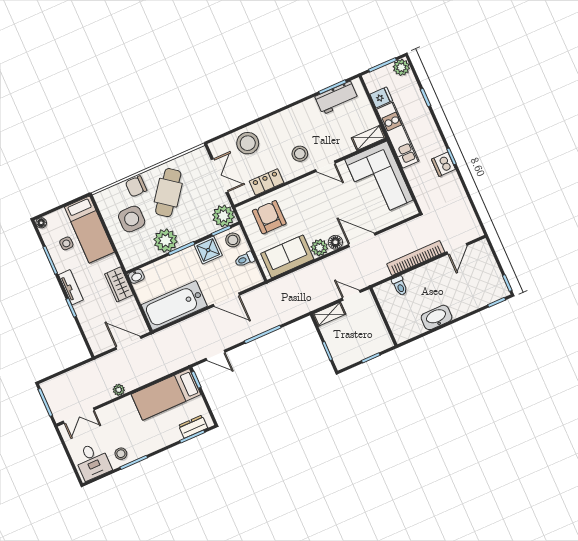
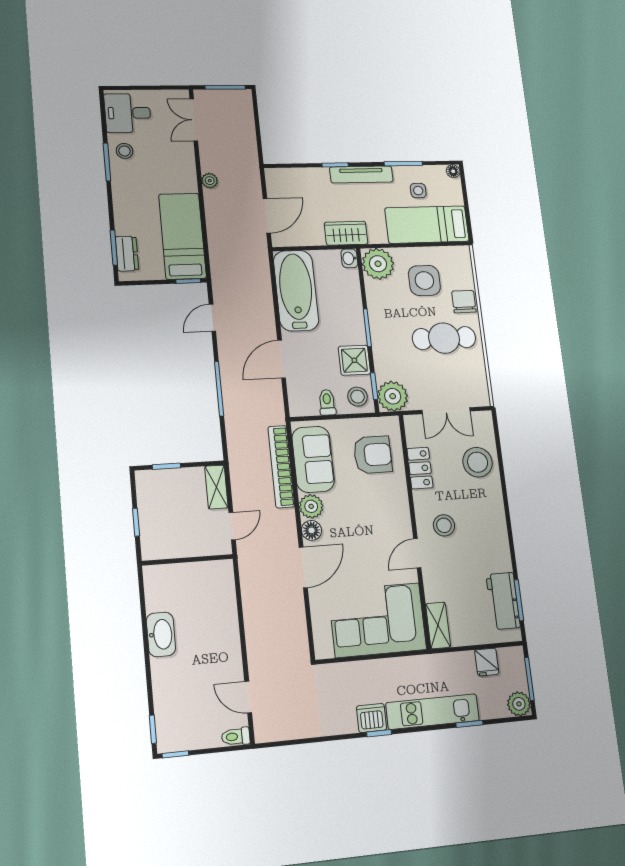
kitchen unit: (398, 135) -> (433, 712), moved, turned 180
cafe table: (168, 193) -> (444, 338), turned -37
plant: (166, 241) -> (378, 264), moved
bookcase: (416, 258) -> (281, 467), moved, turned 180
toilet: (400, 286) -> (236, 737), moved
tv unit: (71, 287) -> (361, 174), width x1.41

